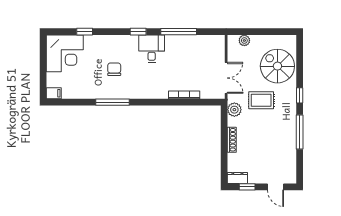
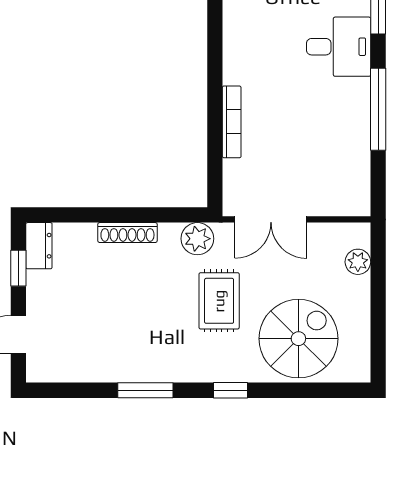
window: (300, 132) -> (145, 390), width x0.69

